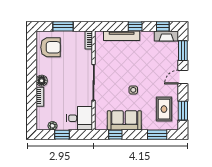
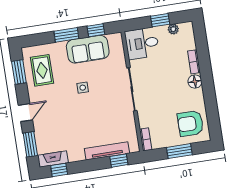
window: (135, 26) -> (119, 161), moved
window: (157, 135) -> (66, 35), moved

